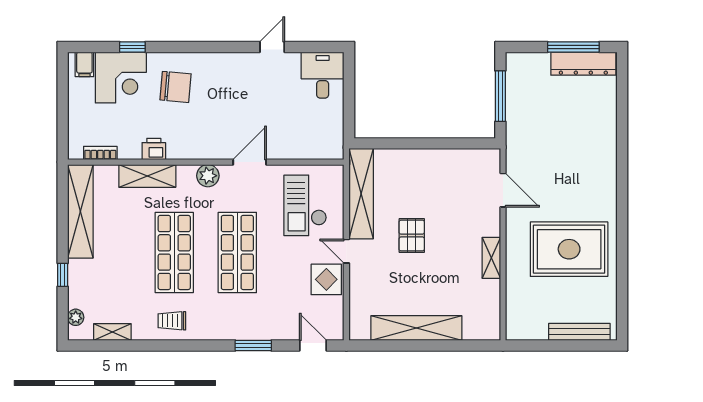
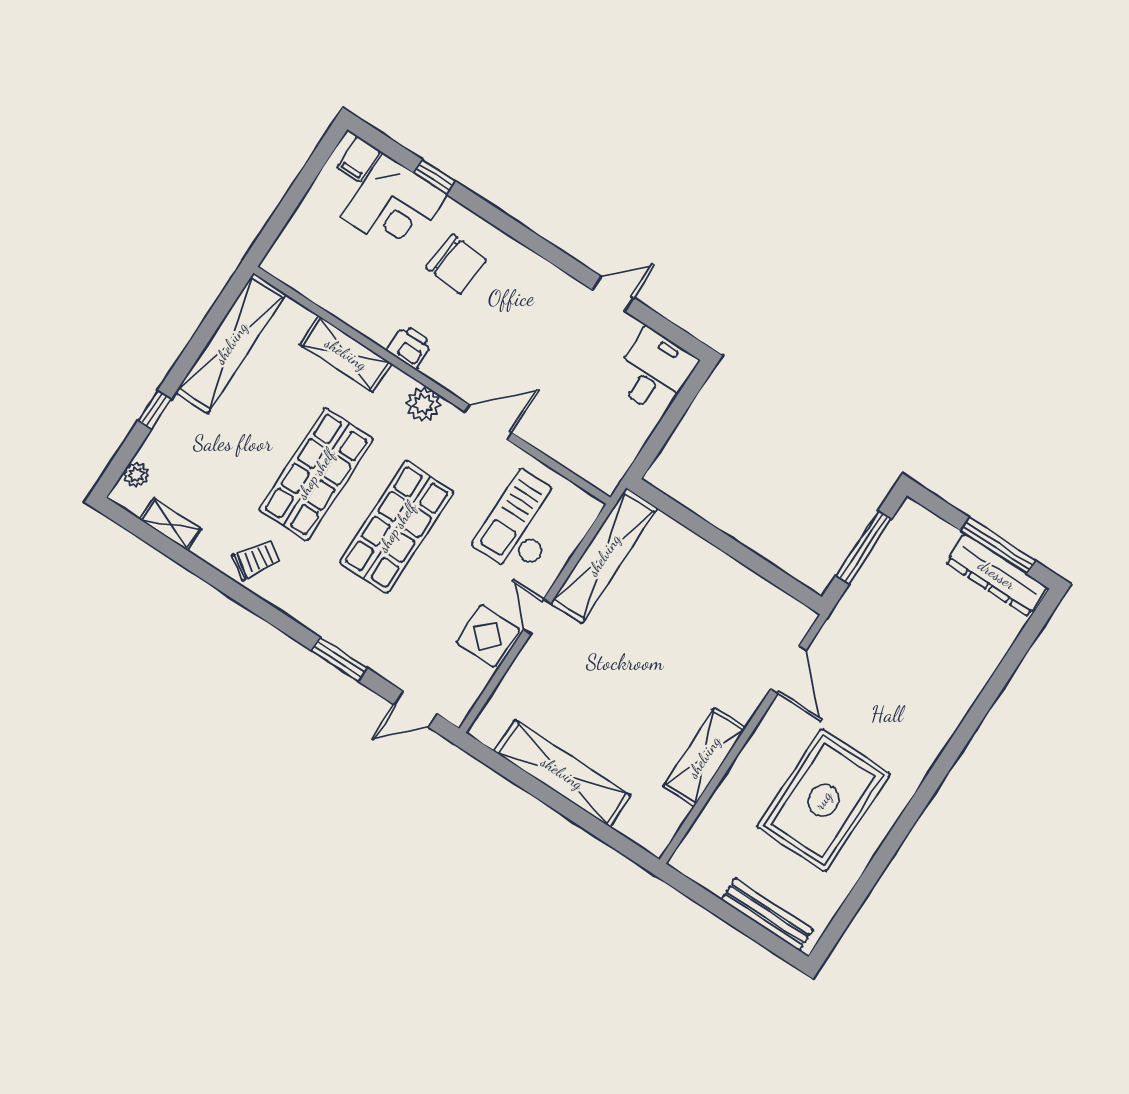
printer: (154, 149) -> (410, 347), moved
bookcase: (100, 153) -> (305, 285), removed
pallet: (412, 236) -> (634, 651), removed
rug: (569, 249) -> (823, 800), turned 90
shelving: (491, 258) -> (704, 757), width x1.50, depth x1.33
trolley: (172, 321) -> (256, 560), turned 123
door: (313, 346) -> (416, 709), swing flipped

